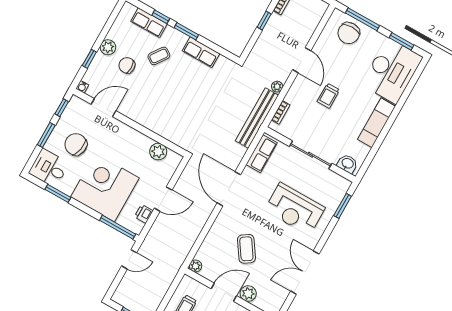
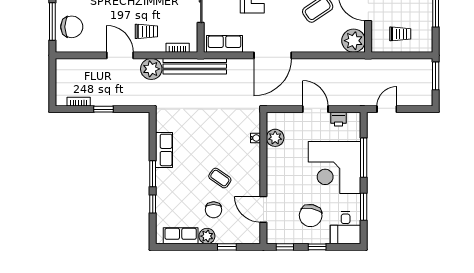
row of seats: (149, 23) -> (181, 236), moved, turned -90
coffee table: (159, 56) -> (220, 178), moved
door: (302, 60) -> (120, 55), hinge flipped
water cooler: (82, 87) -> (255, 138), moved
plant: (277, 87) -> (151, 69), width x1.88, depth x1.88
trolley: (328, 96) -> (146, 31), moved
window: (46, 135) -> (317, 247), width x0.67
window: (118, 227) -> (364, 158), moved
door: (129, 259) -> (387, 109), hinge flipped
plant: (196, 266) -> (354, 41), width x1.88, depth x1.88

